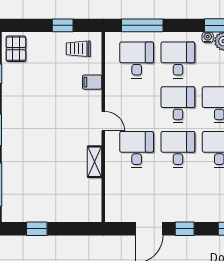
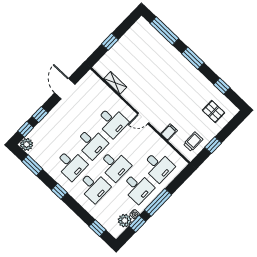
window: (142, 25) -> (158, 202), moved
pallet: (16, 49) -> (214, 112), moved
shelving: (95, 162) -> (115, 83), moved
window: (37, 229) -> (110, 42), moved
window: (185, 229) -> (40, 114), moved

